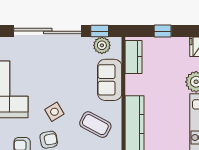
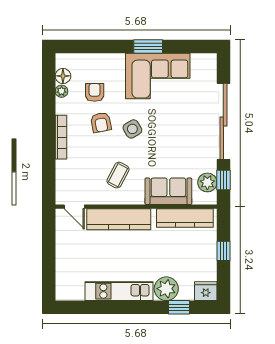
kitchen counter: (133, 57) -> (185, 218), width x1.50
coffee table: (95, 125) -> (118, 175), width x0.73, depth x0.77

